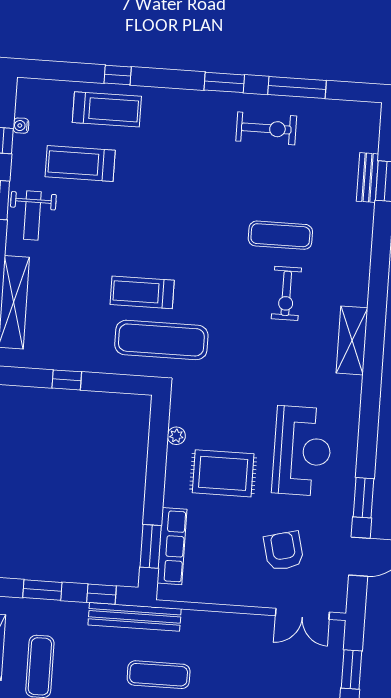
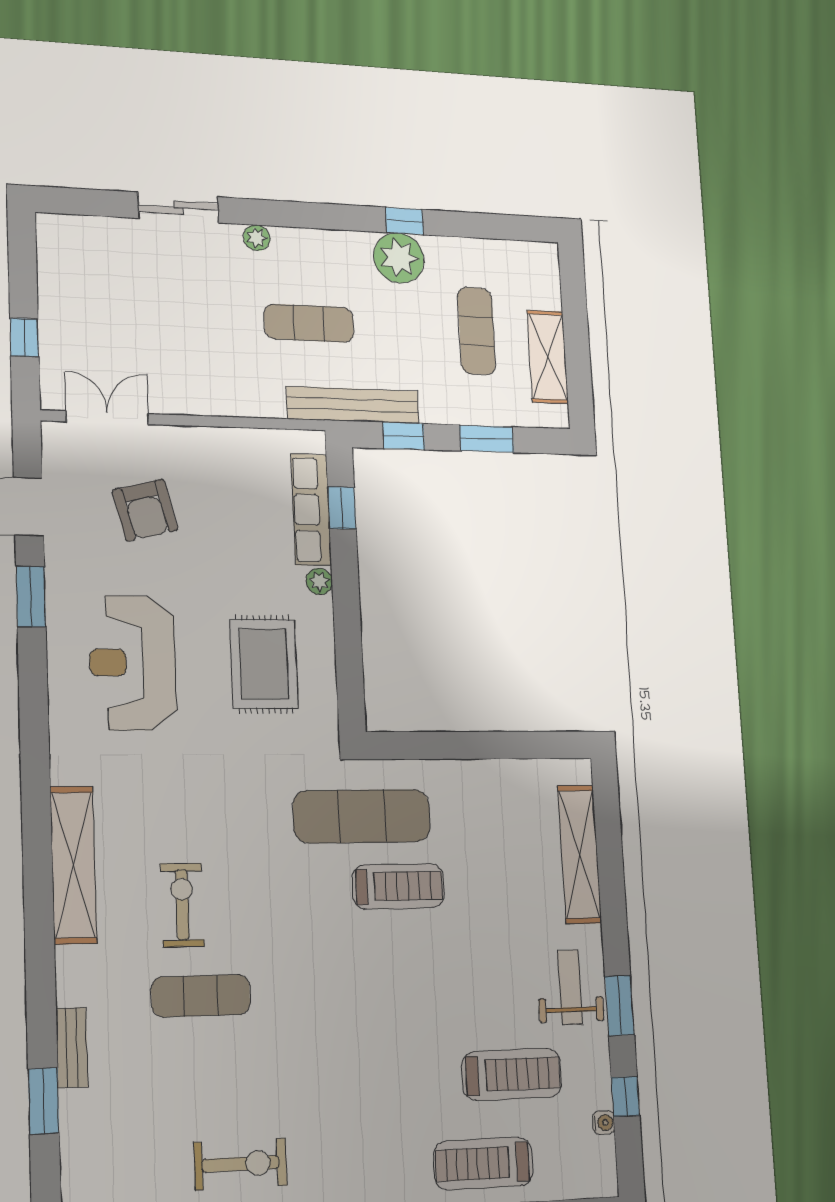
exercise bike: (266, 128) -> (241, 1164), turned 180
bench: (368, 178) -> (72, 1048), moved
shelving: (352, 340) -> (73, 865), width x1.47
window: (67, 380) -> (491, 745), removed
plant: (176, 436) -> (319, 581), moved
rug: (223, 473) -> (264, 664), moved, turned 90
window: (151, 546) -> (342, 508), width x0.67
window: (351, 669) -> (24, 337), width x0.67

